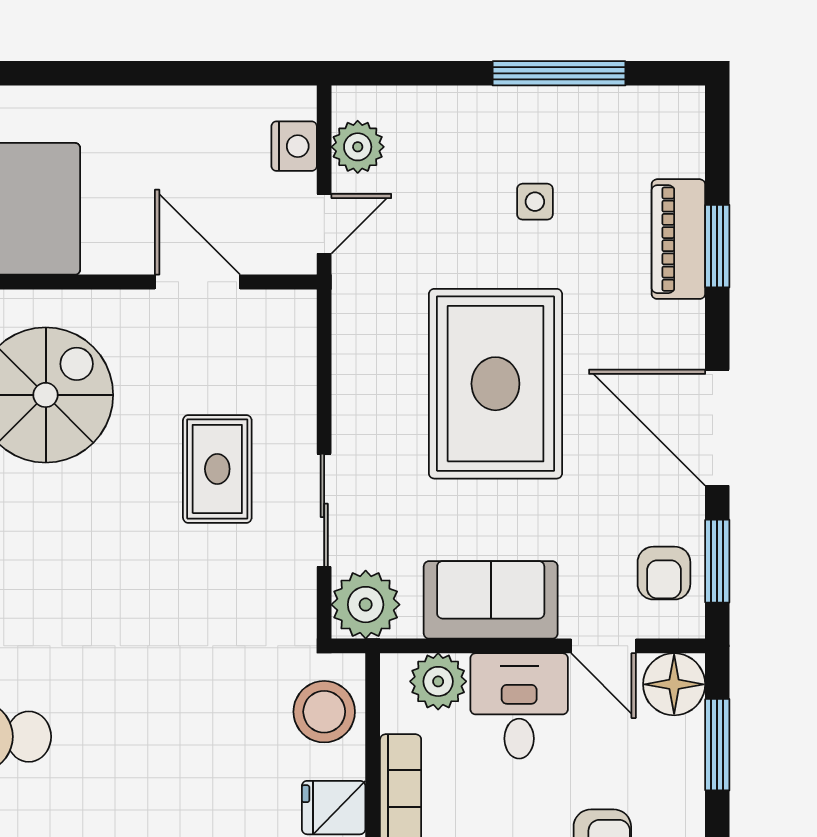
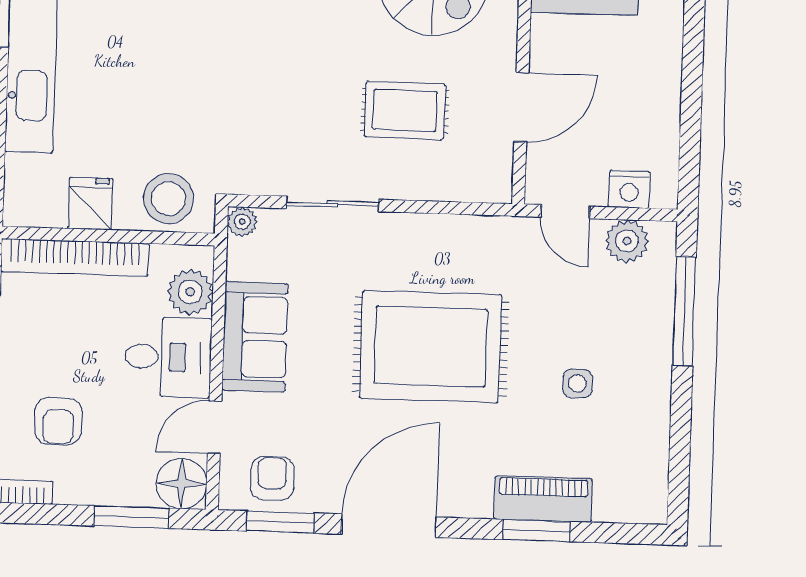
window: (559, 73) -> (684, 311), moved
rug: (217, 469) -> (405, 110), moved
armchair: (664, 573) -> (272, 478), turned 90
plant: (366, 605) -> (242, 222), width x0.53, depth x0.53

